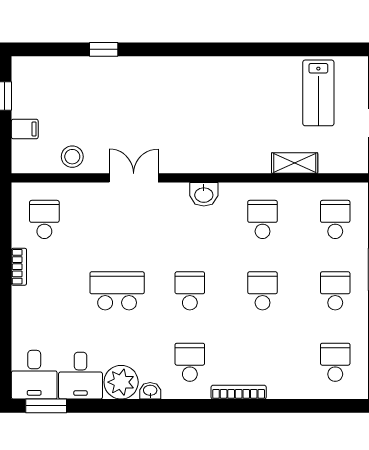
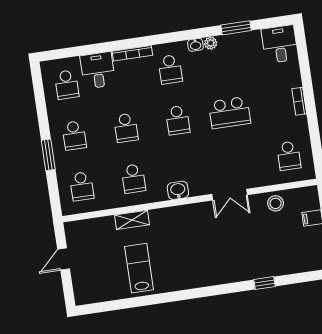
lab bench: (318, 93) -> (139, 268), moved
shelving: (295, 163) -> (132, 220), moved
bookcase: (19, 267) -> (299, 101), moved
desk: (81, 376) -> (98, 70), moved
plant: (121, 382) -> (211, 43), width x0.53, depth x0.53
window: (46, 406) -> (236, 28), moved

